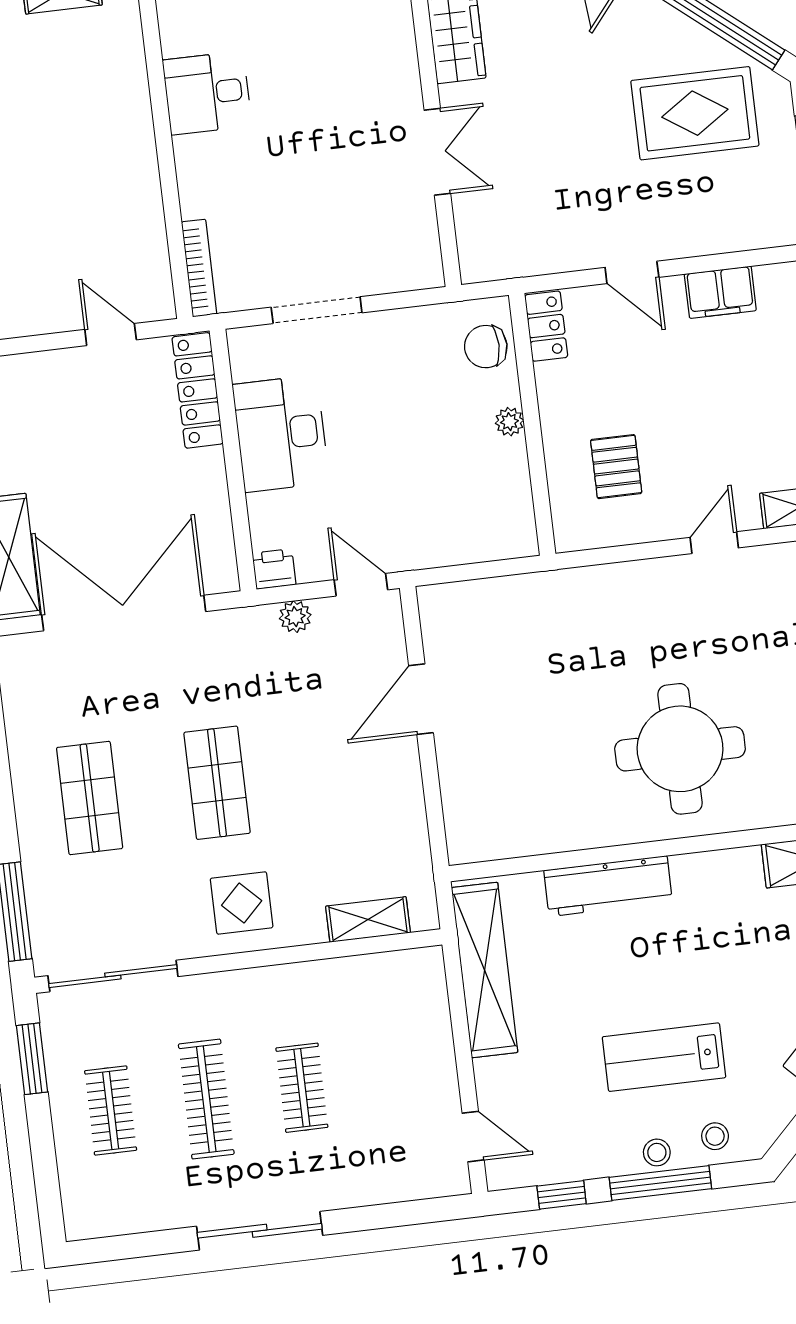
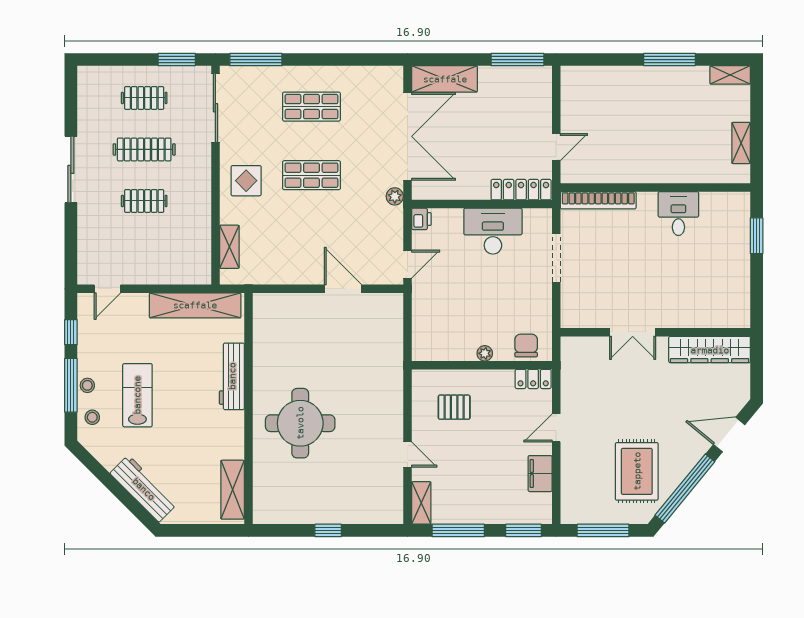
bookcase: (199, 268) -> (598, 200), width x1.48, depth x1.31
plant: (295, 617) -> (395, 196), moved

